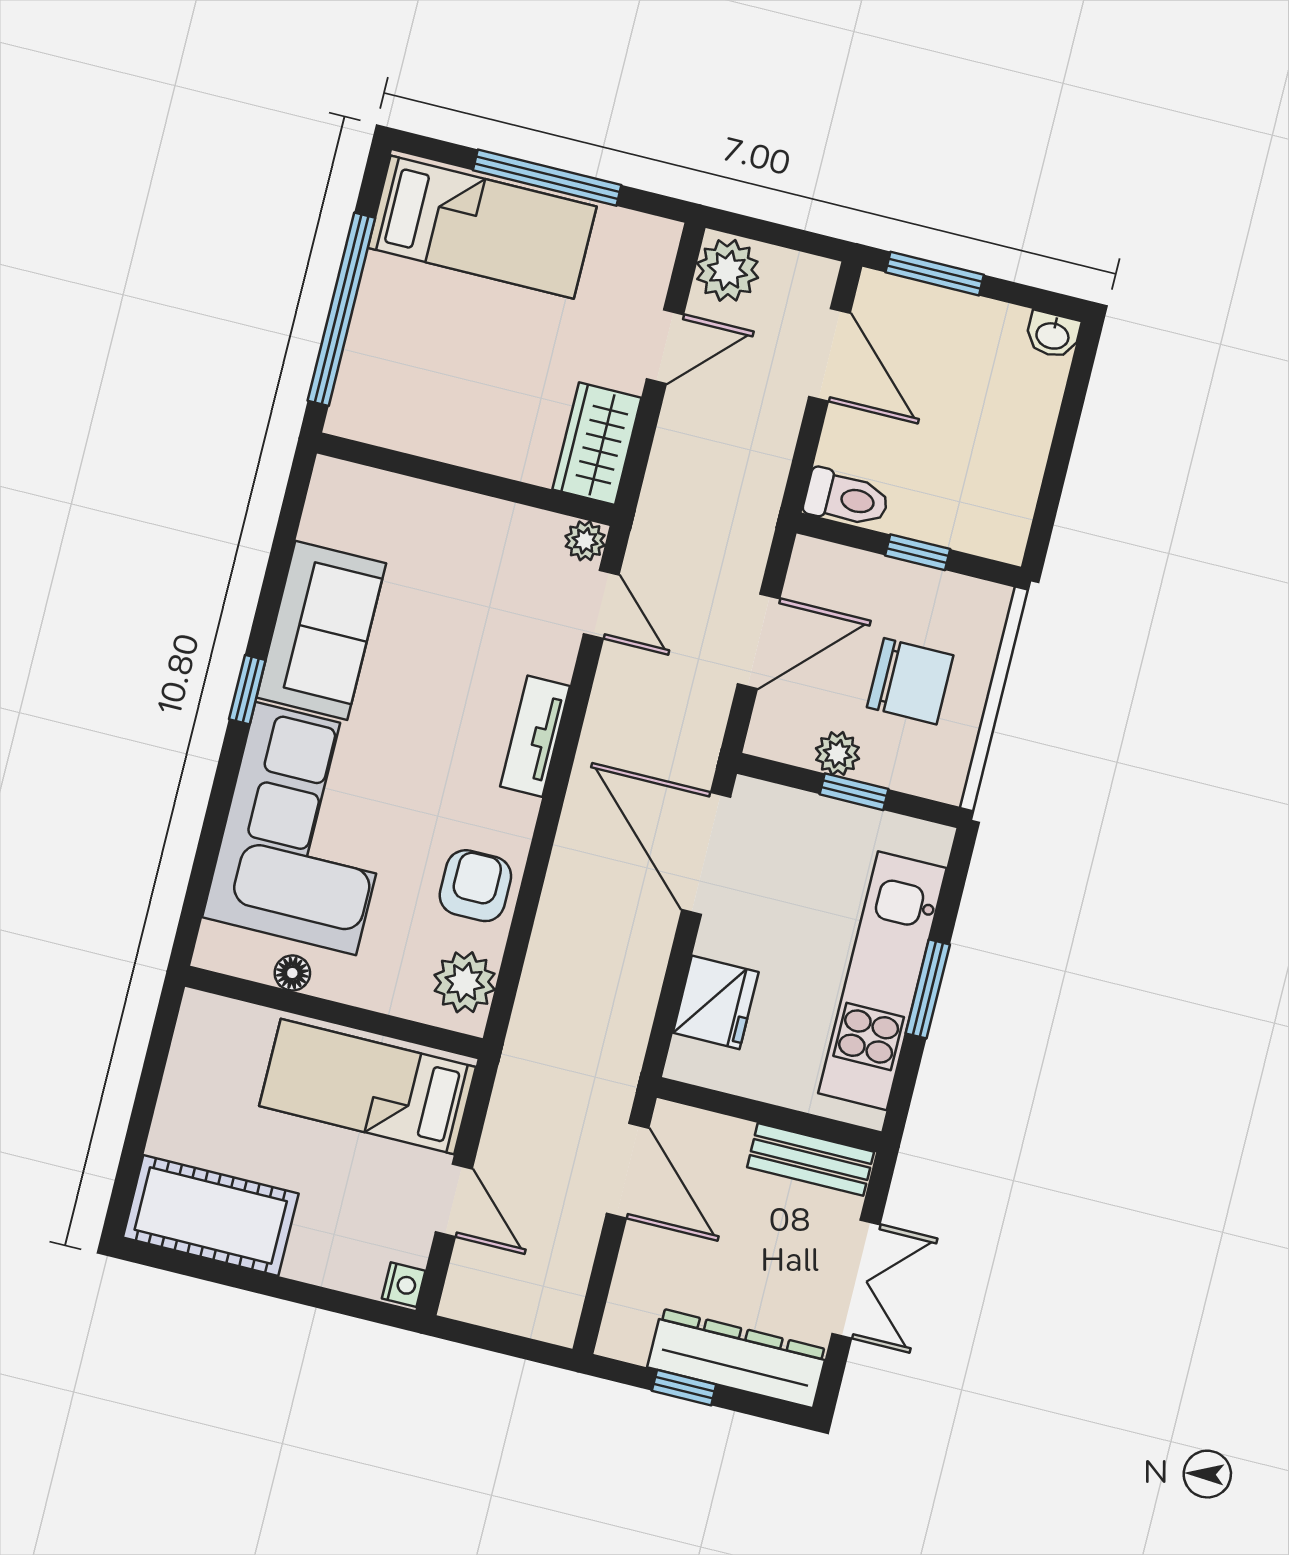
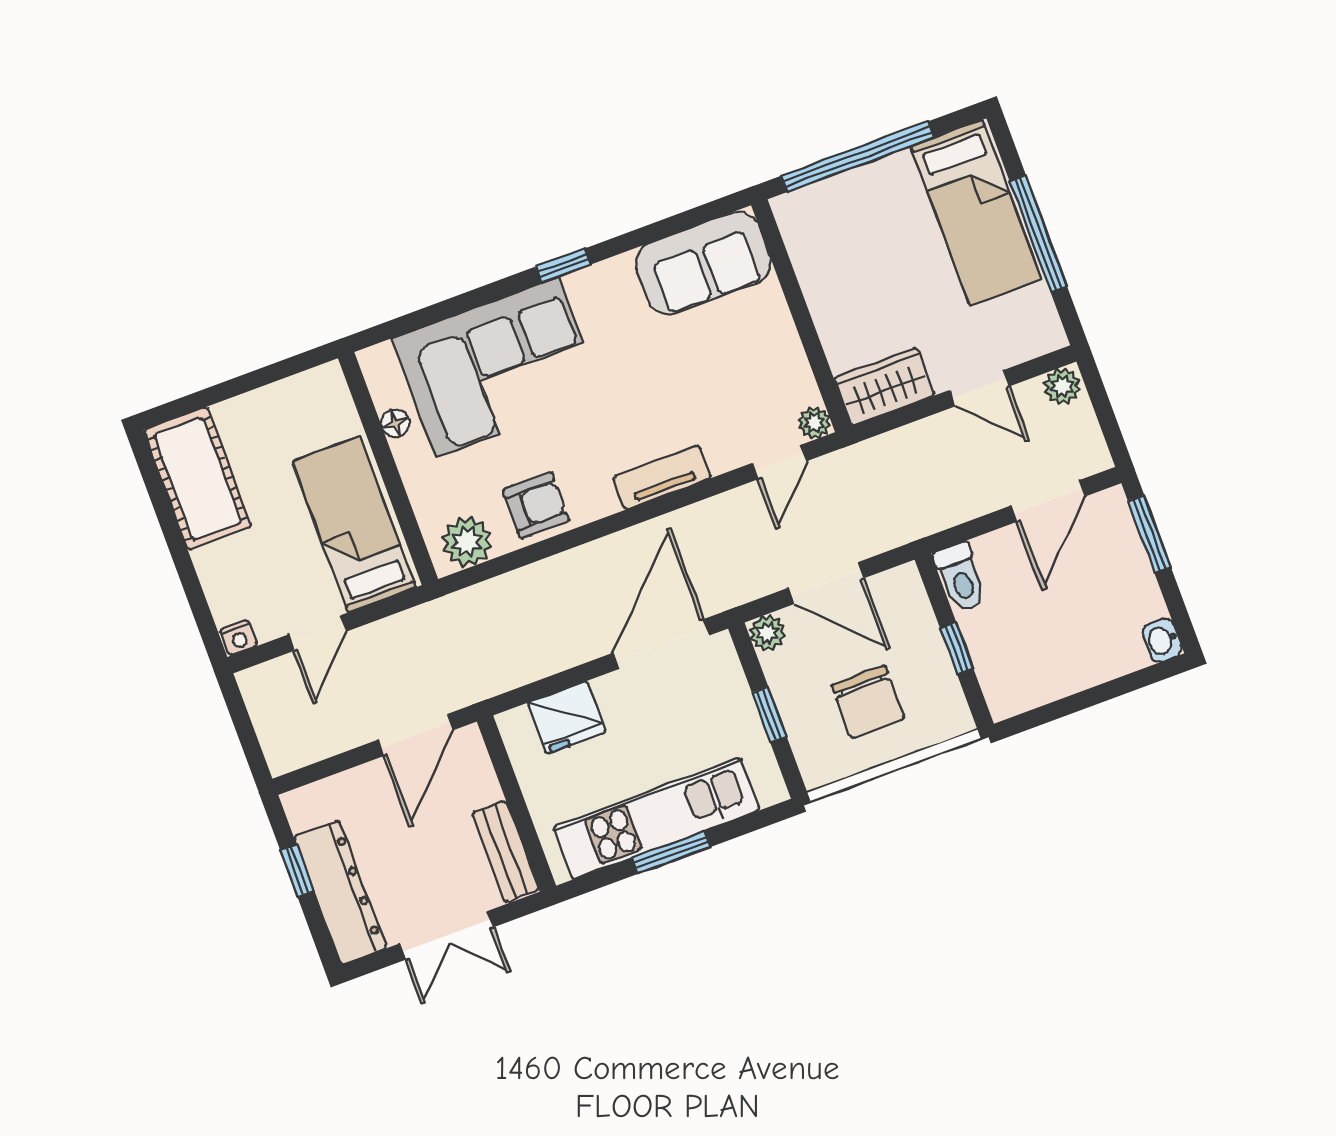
plant: (727, 270) -> (1062, 386), width x0.73, depth x0.73
sofa: (321, 630) -> (703, 263), moved
plant: (838, 754) -> (767, 633), moved

